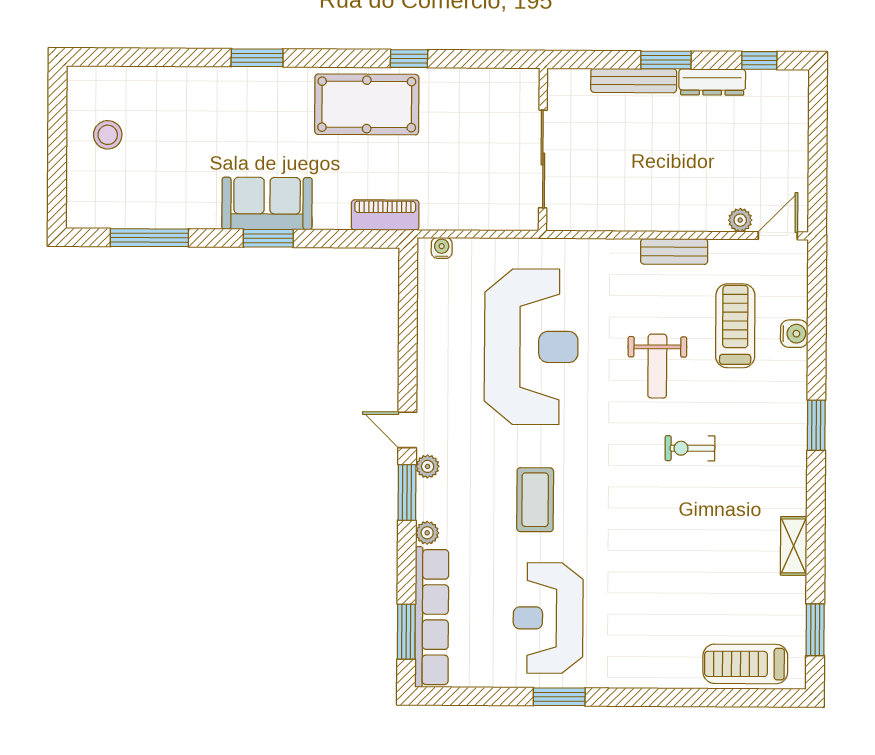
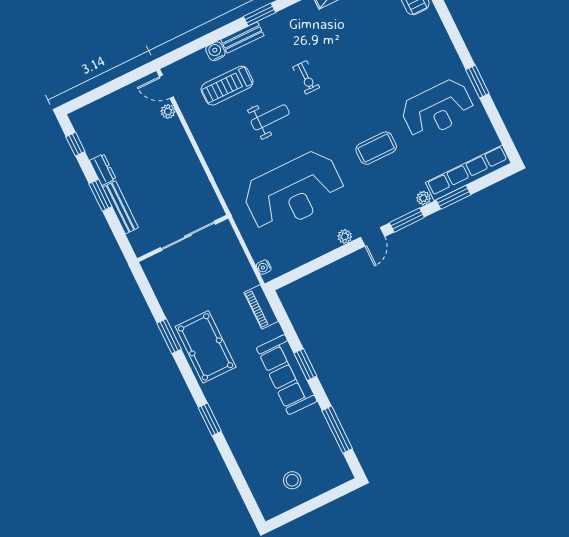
window: (409, 59) -> (169, 336), width x1.50
dresser: (712, 82) -> (103, 170), width x0.70
sofa: (267, 203) -> (287, 375), width x1.36
bench: (674, 251) -> (242, 38), moved, turned 90
reception desk: (531, 347) -> (294, 191), turned 180
plant: (428, 466) -> (345, 236), moved
window: (406, 632) -> (454, 197), moved

